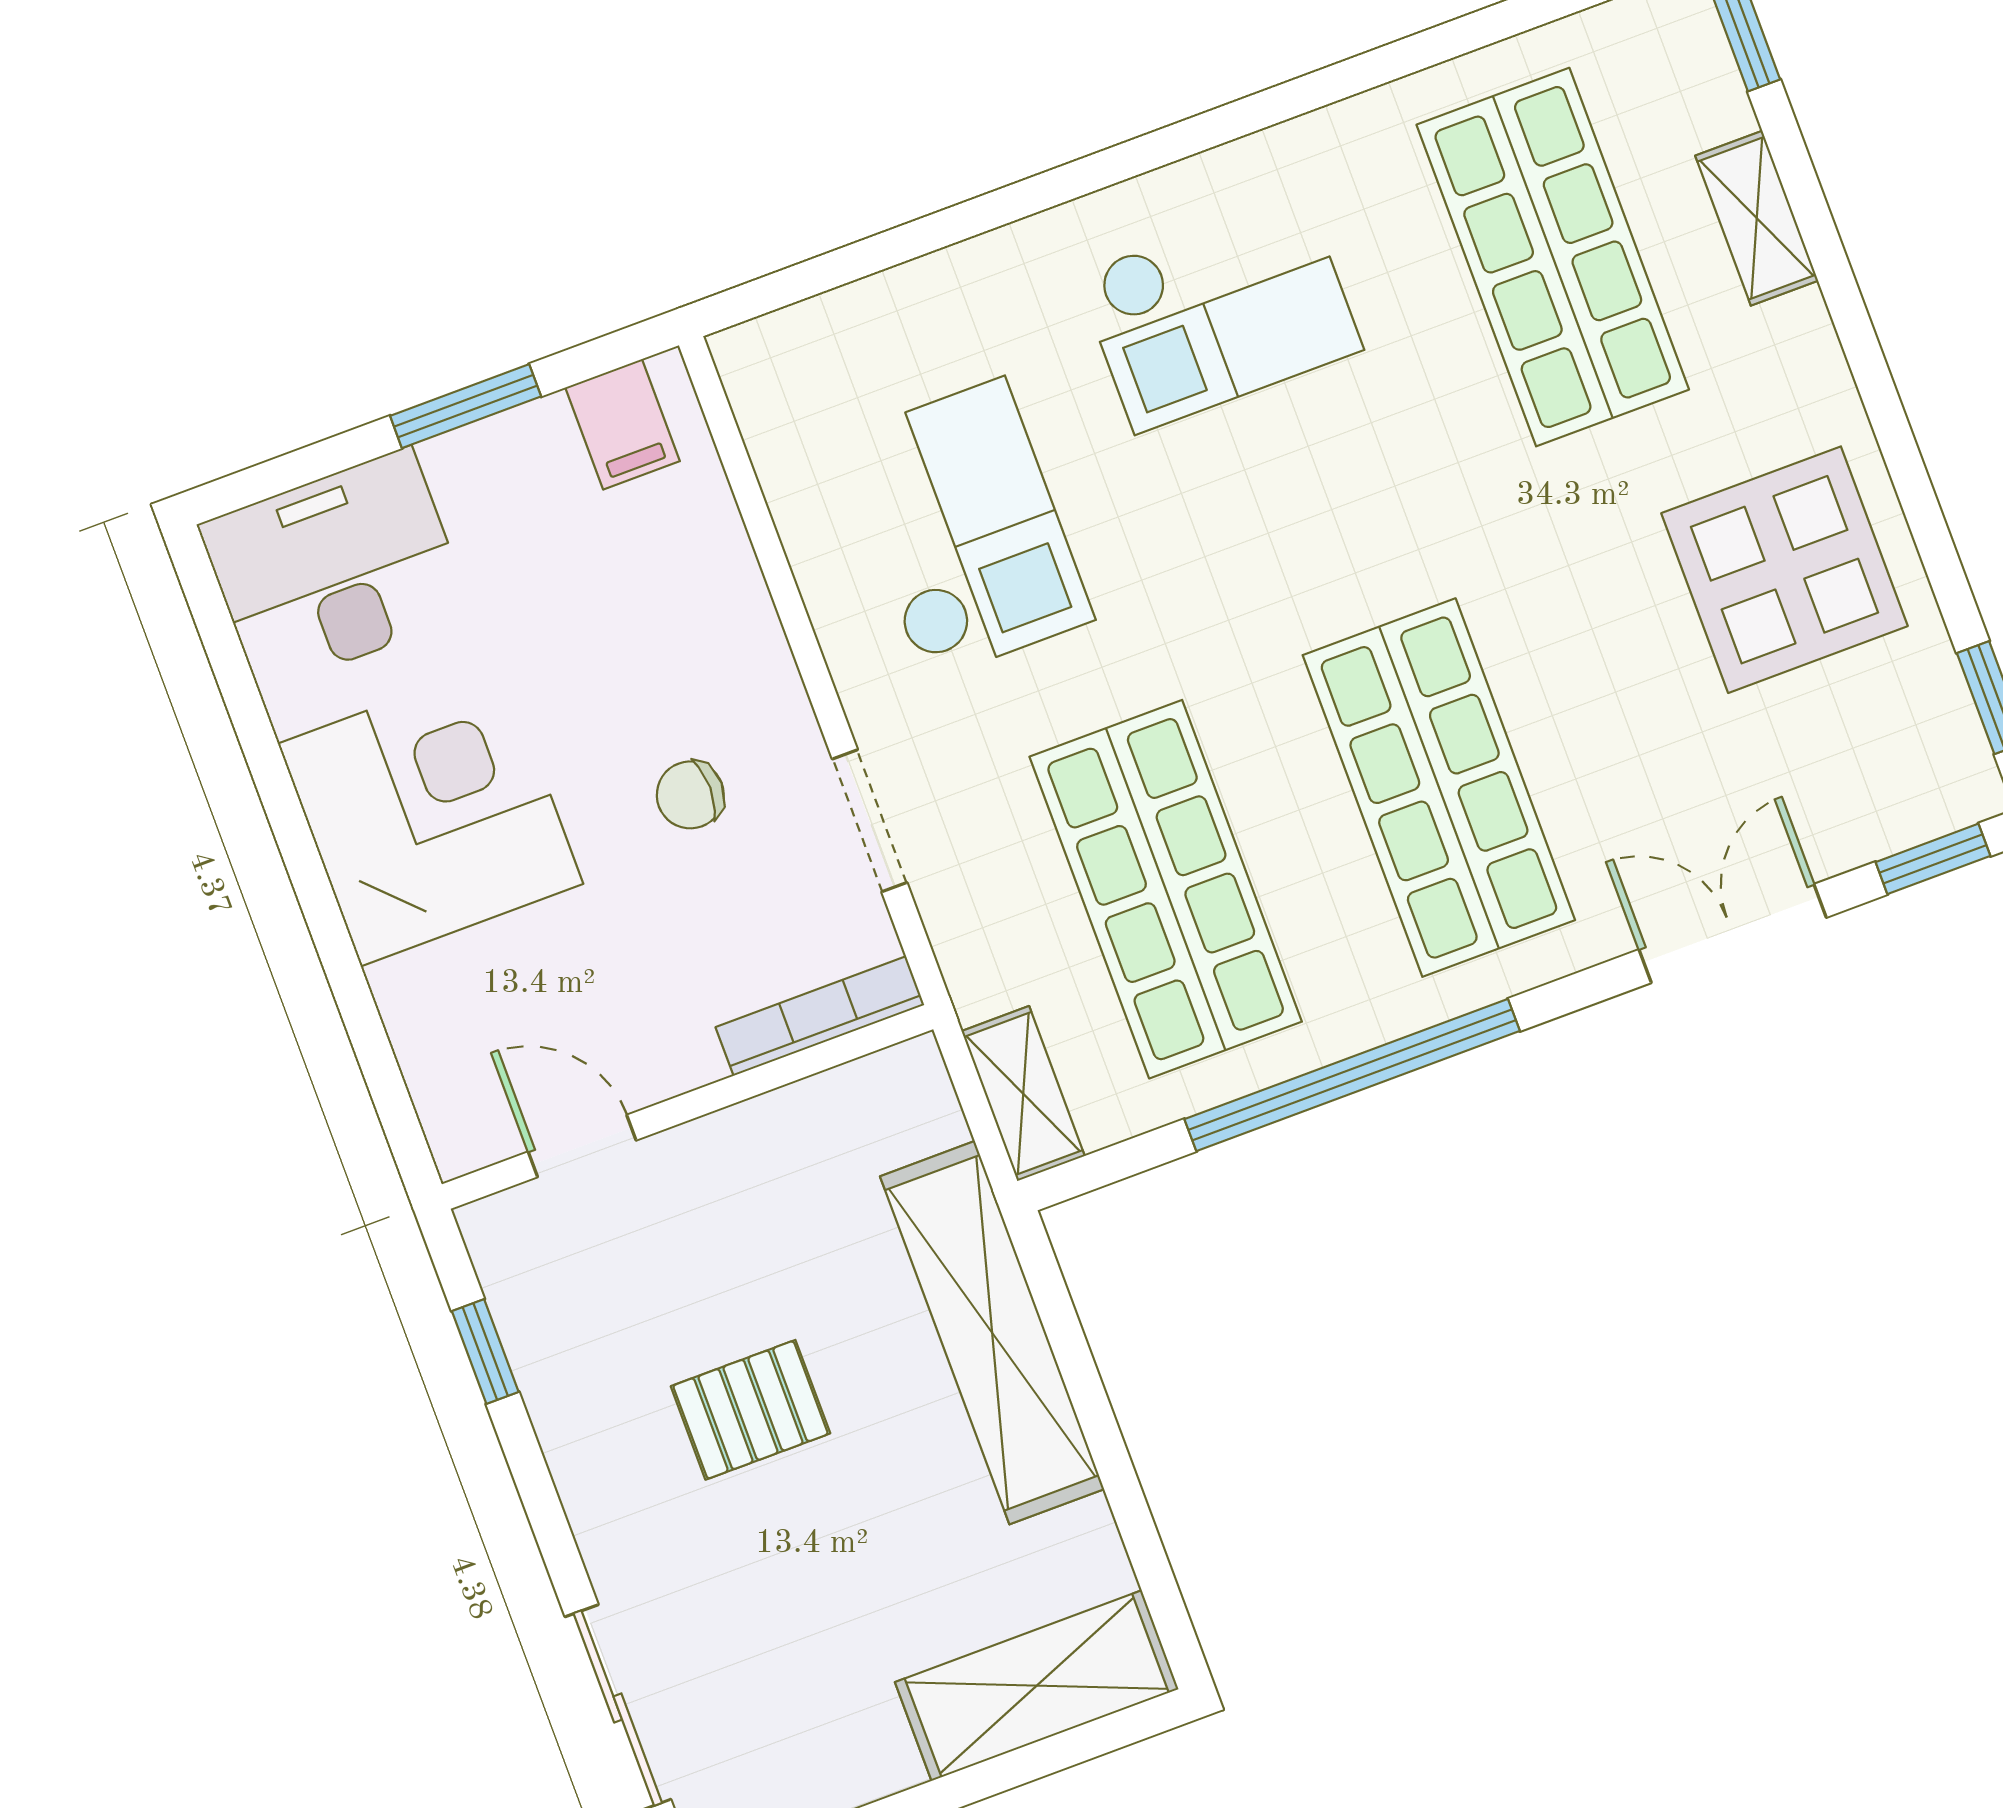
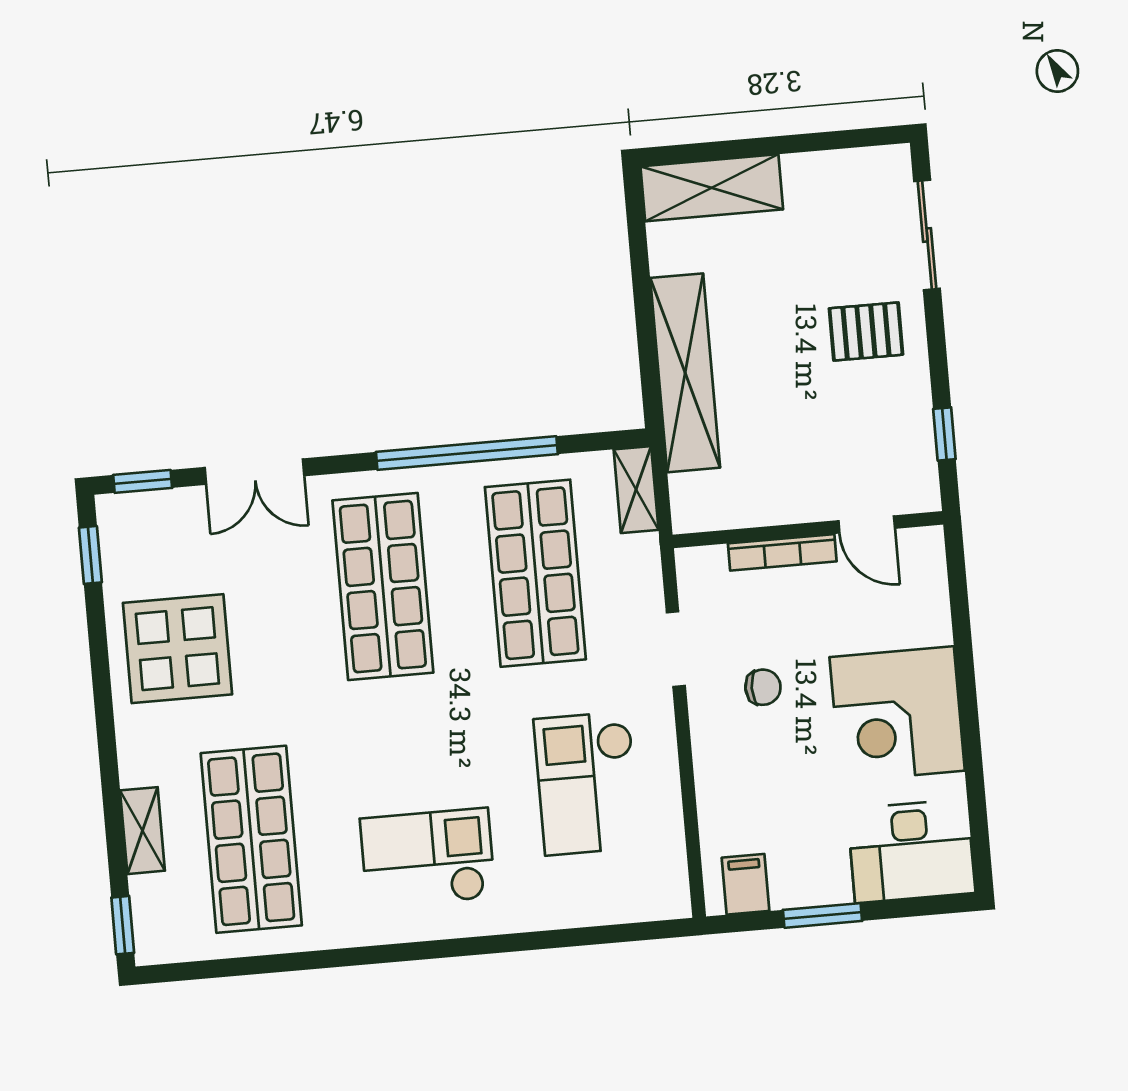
bookcase: (820, 1016) -> (782, 552), moved
pallet: (750, 1410) -> (866, 332), moved

